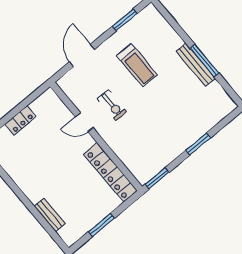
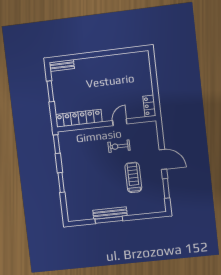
door: (82, 55) -> (163, 159), moved
treadmill: (137, 65) -> (133, 177), turned 90
locker: (21, 120) -> (149, 106), moved
bench: (50, 215) -> (62, 65), moved

